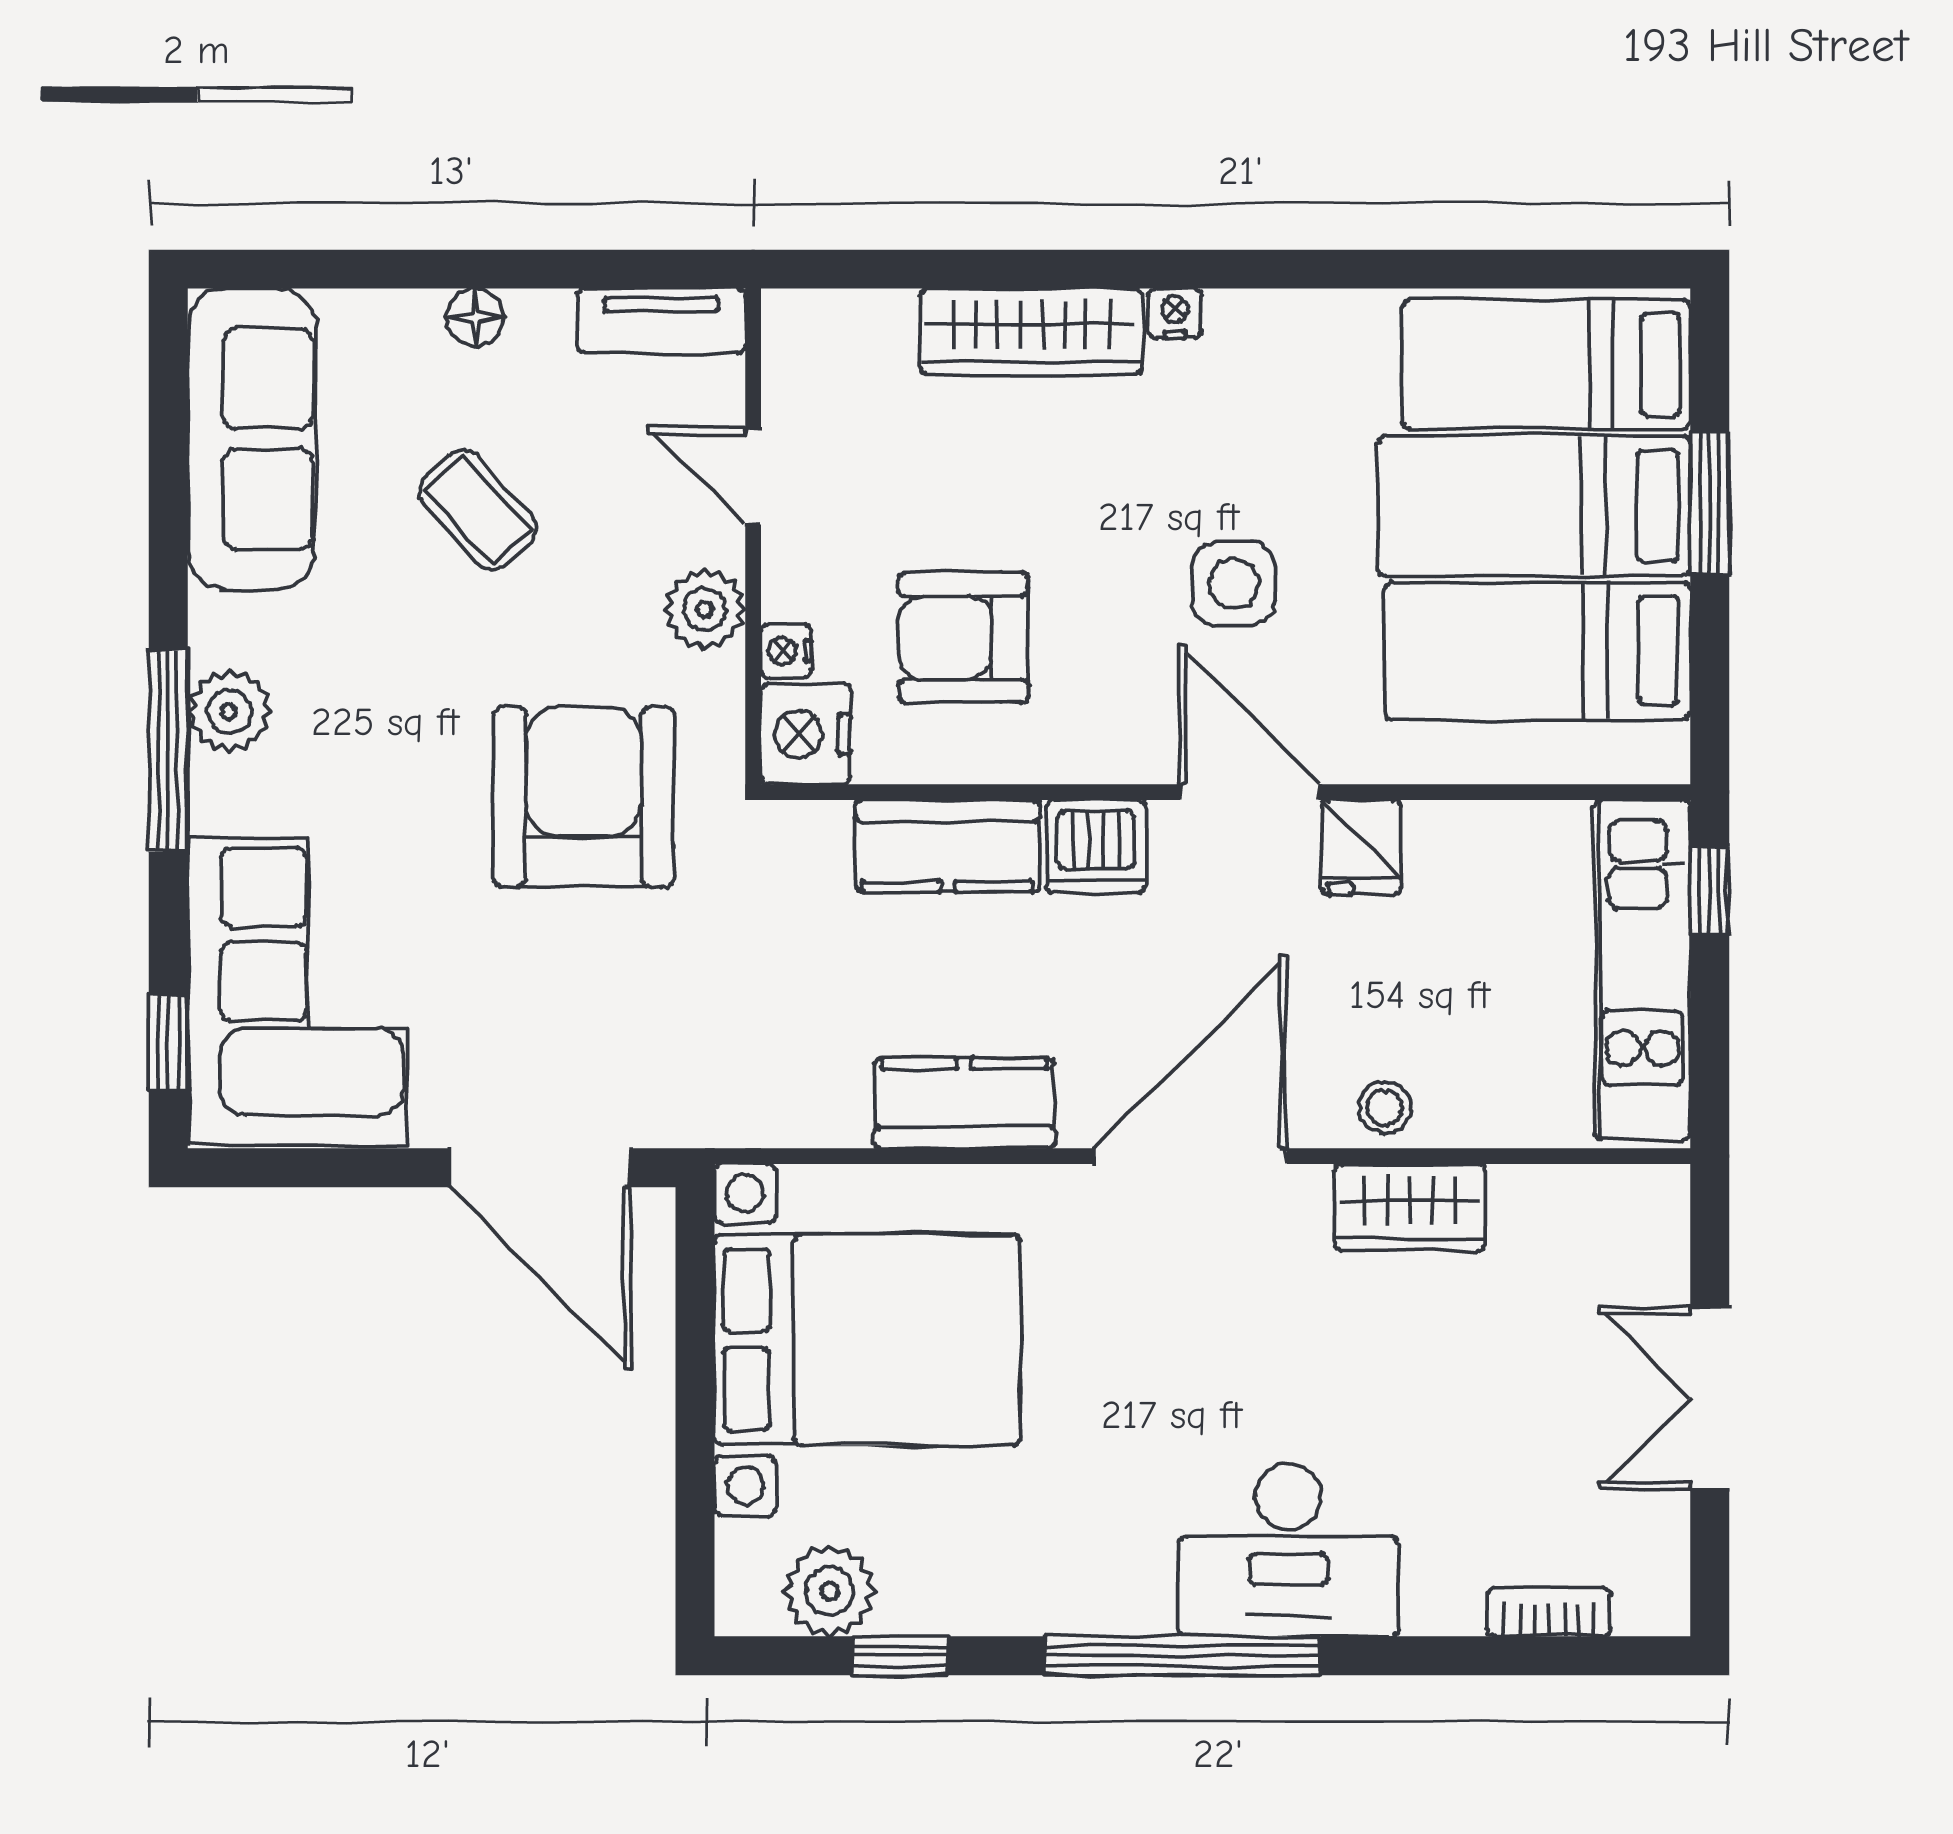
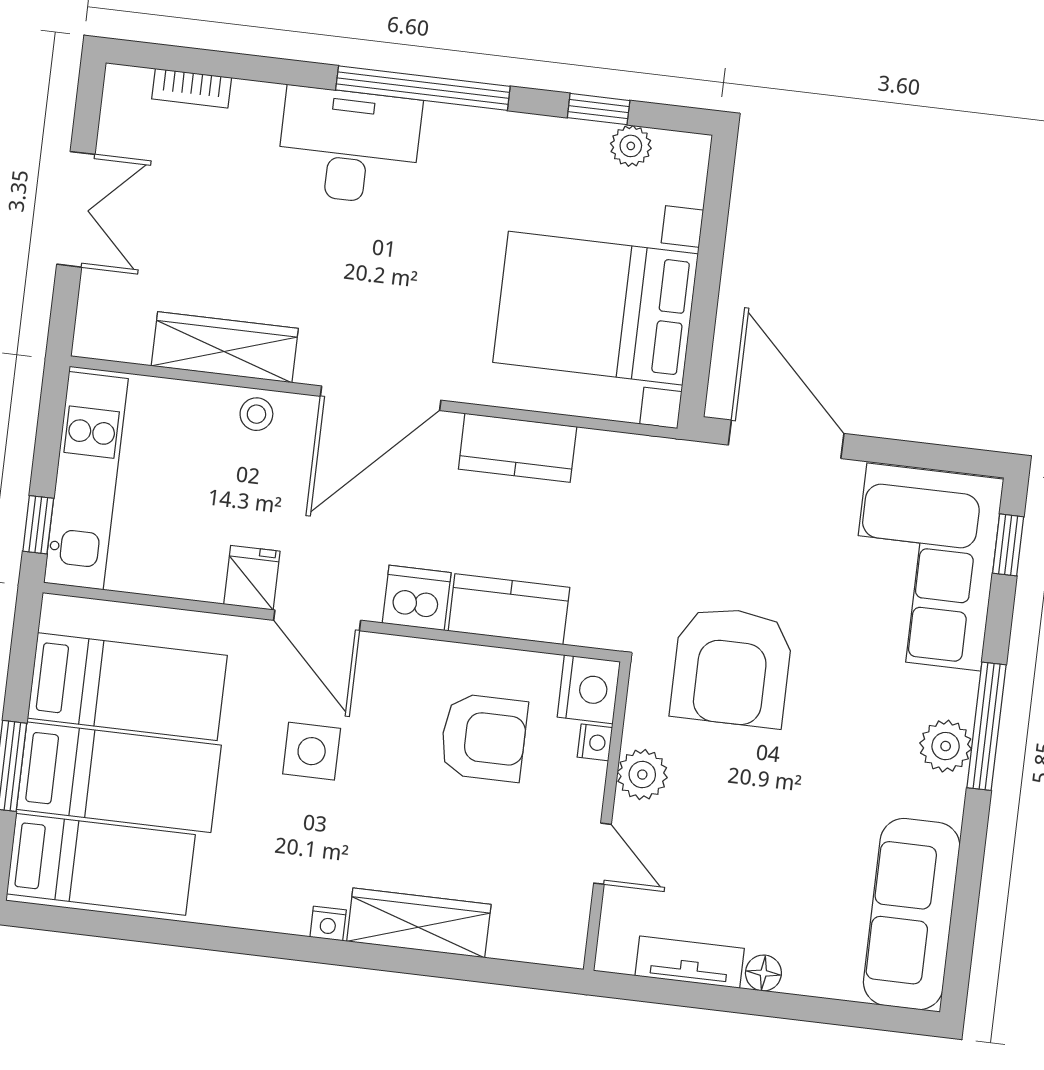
tv unit: (661, 321) -> (690, 962), moved
coffee table: (477, 510) -> (776, 853), removed
wardrobe: (1410, 1208) -> (225, 347), width x1.50
plant: (829, 1591) -> (631, 146), width x0.73, depth x0.73

